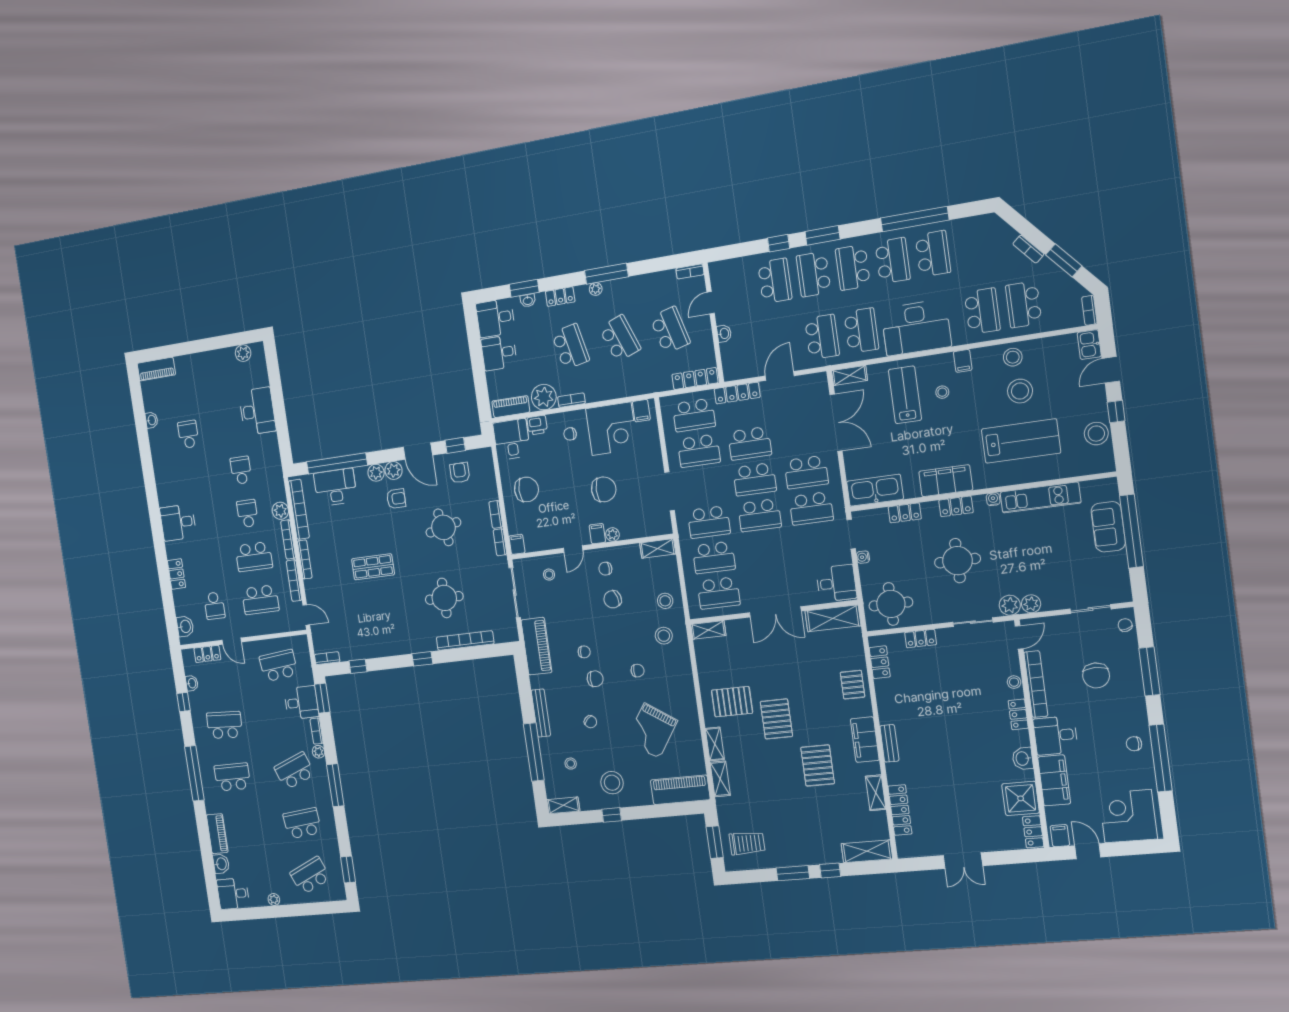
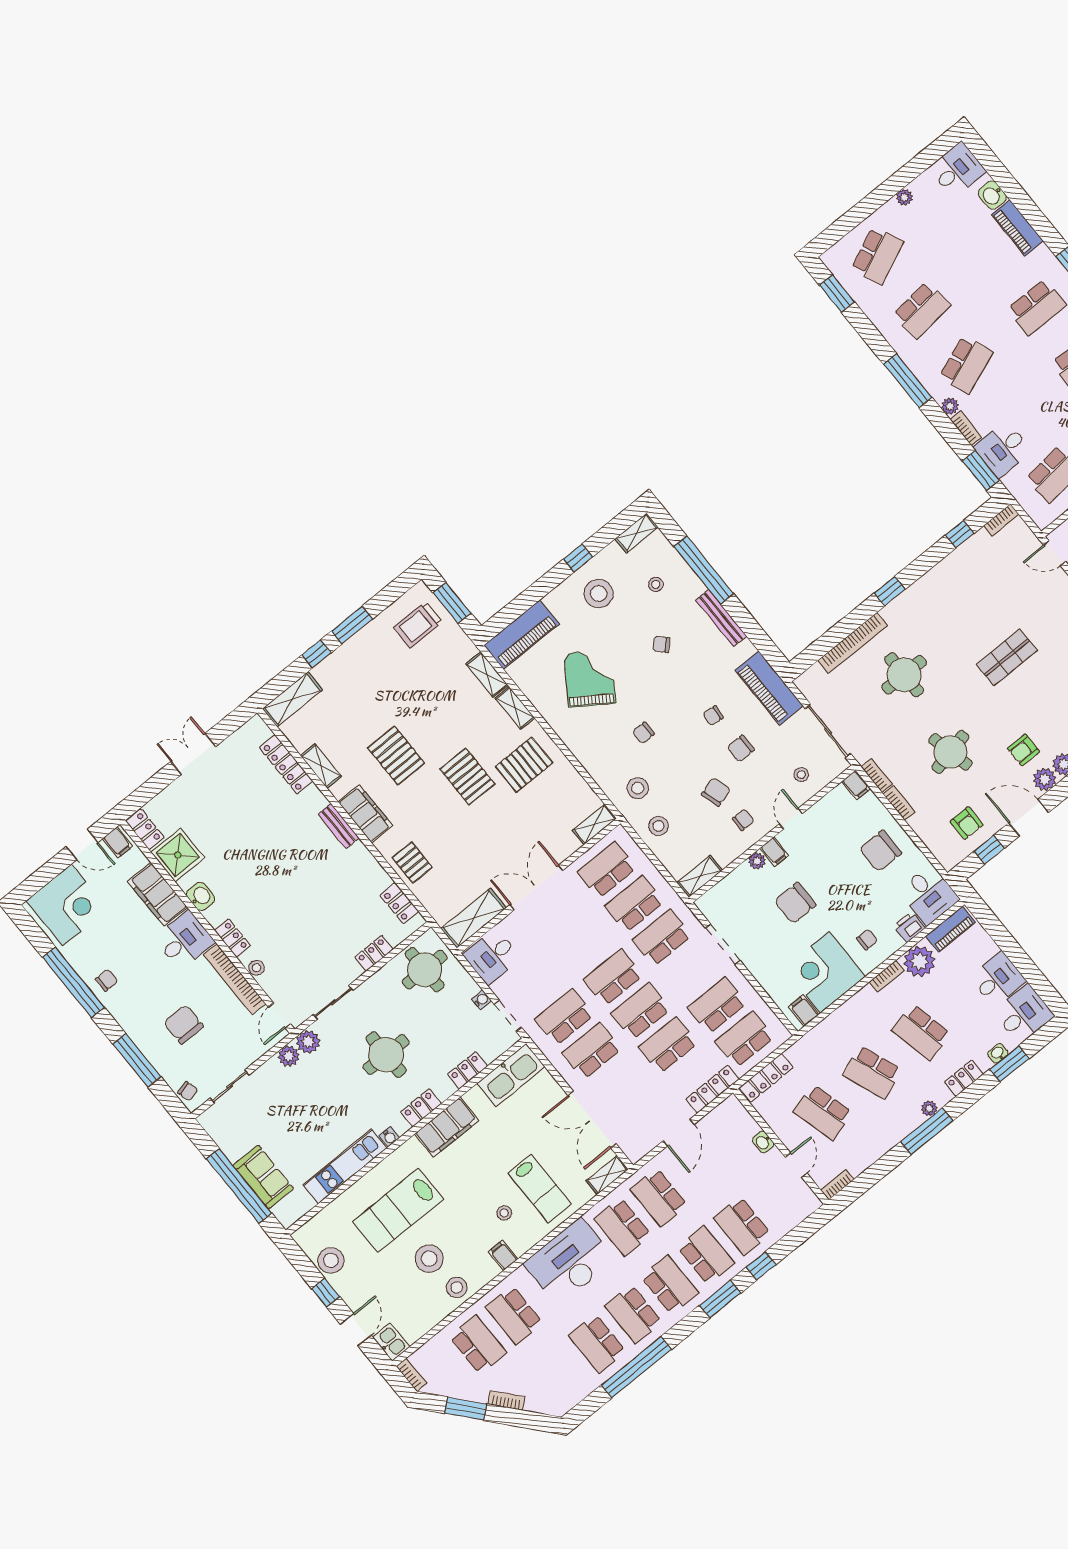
chair: (595, 679) -> (741, 748), moved

